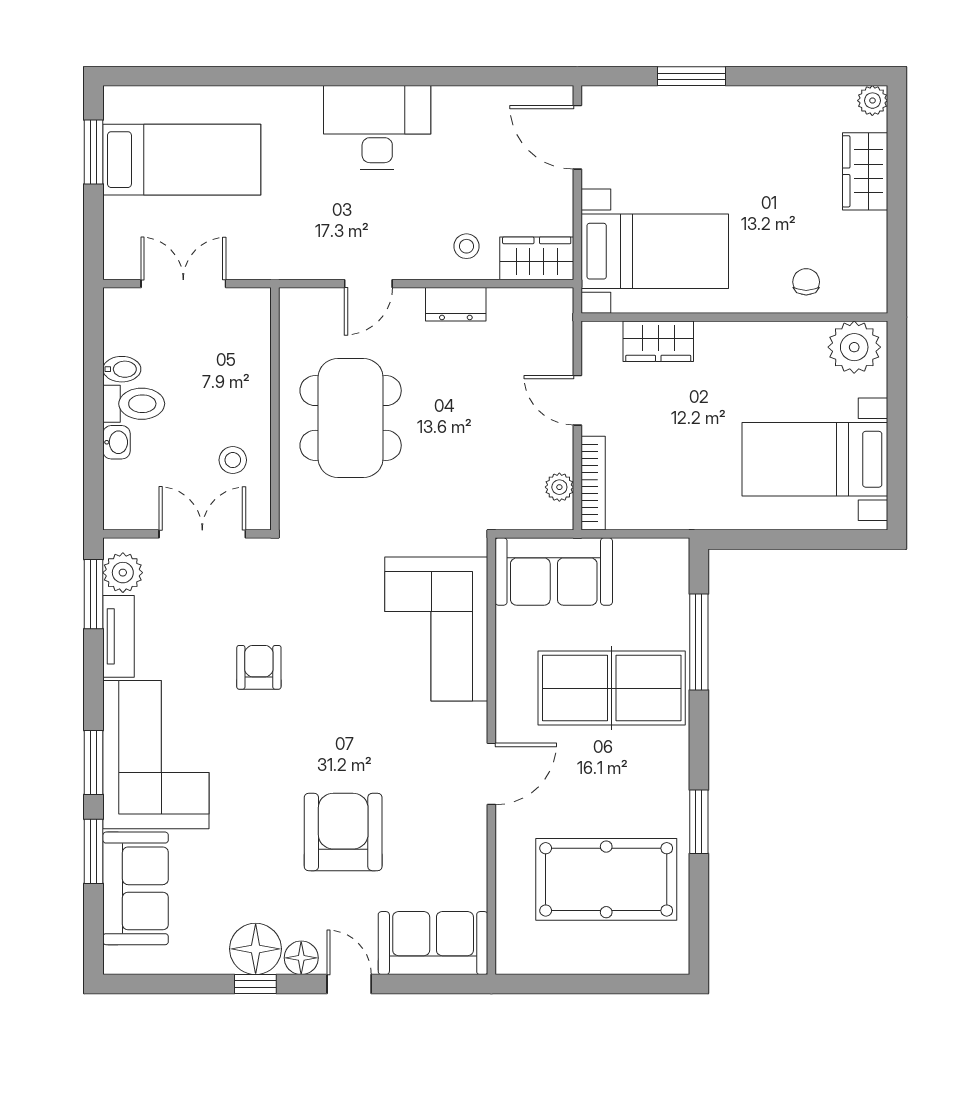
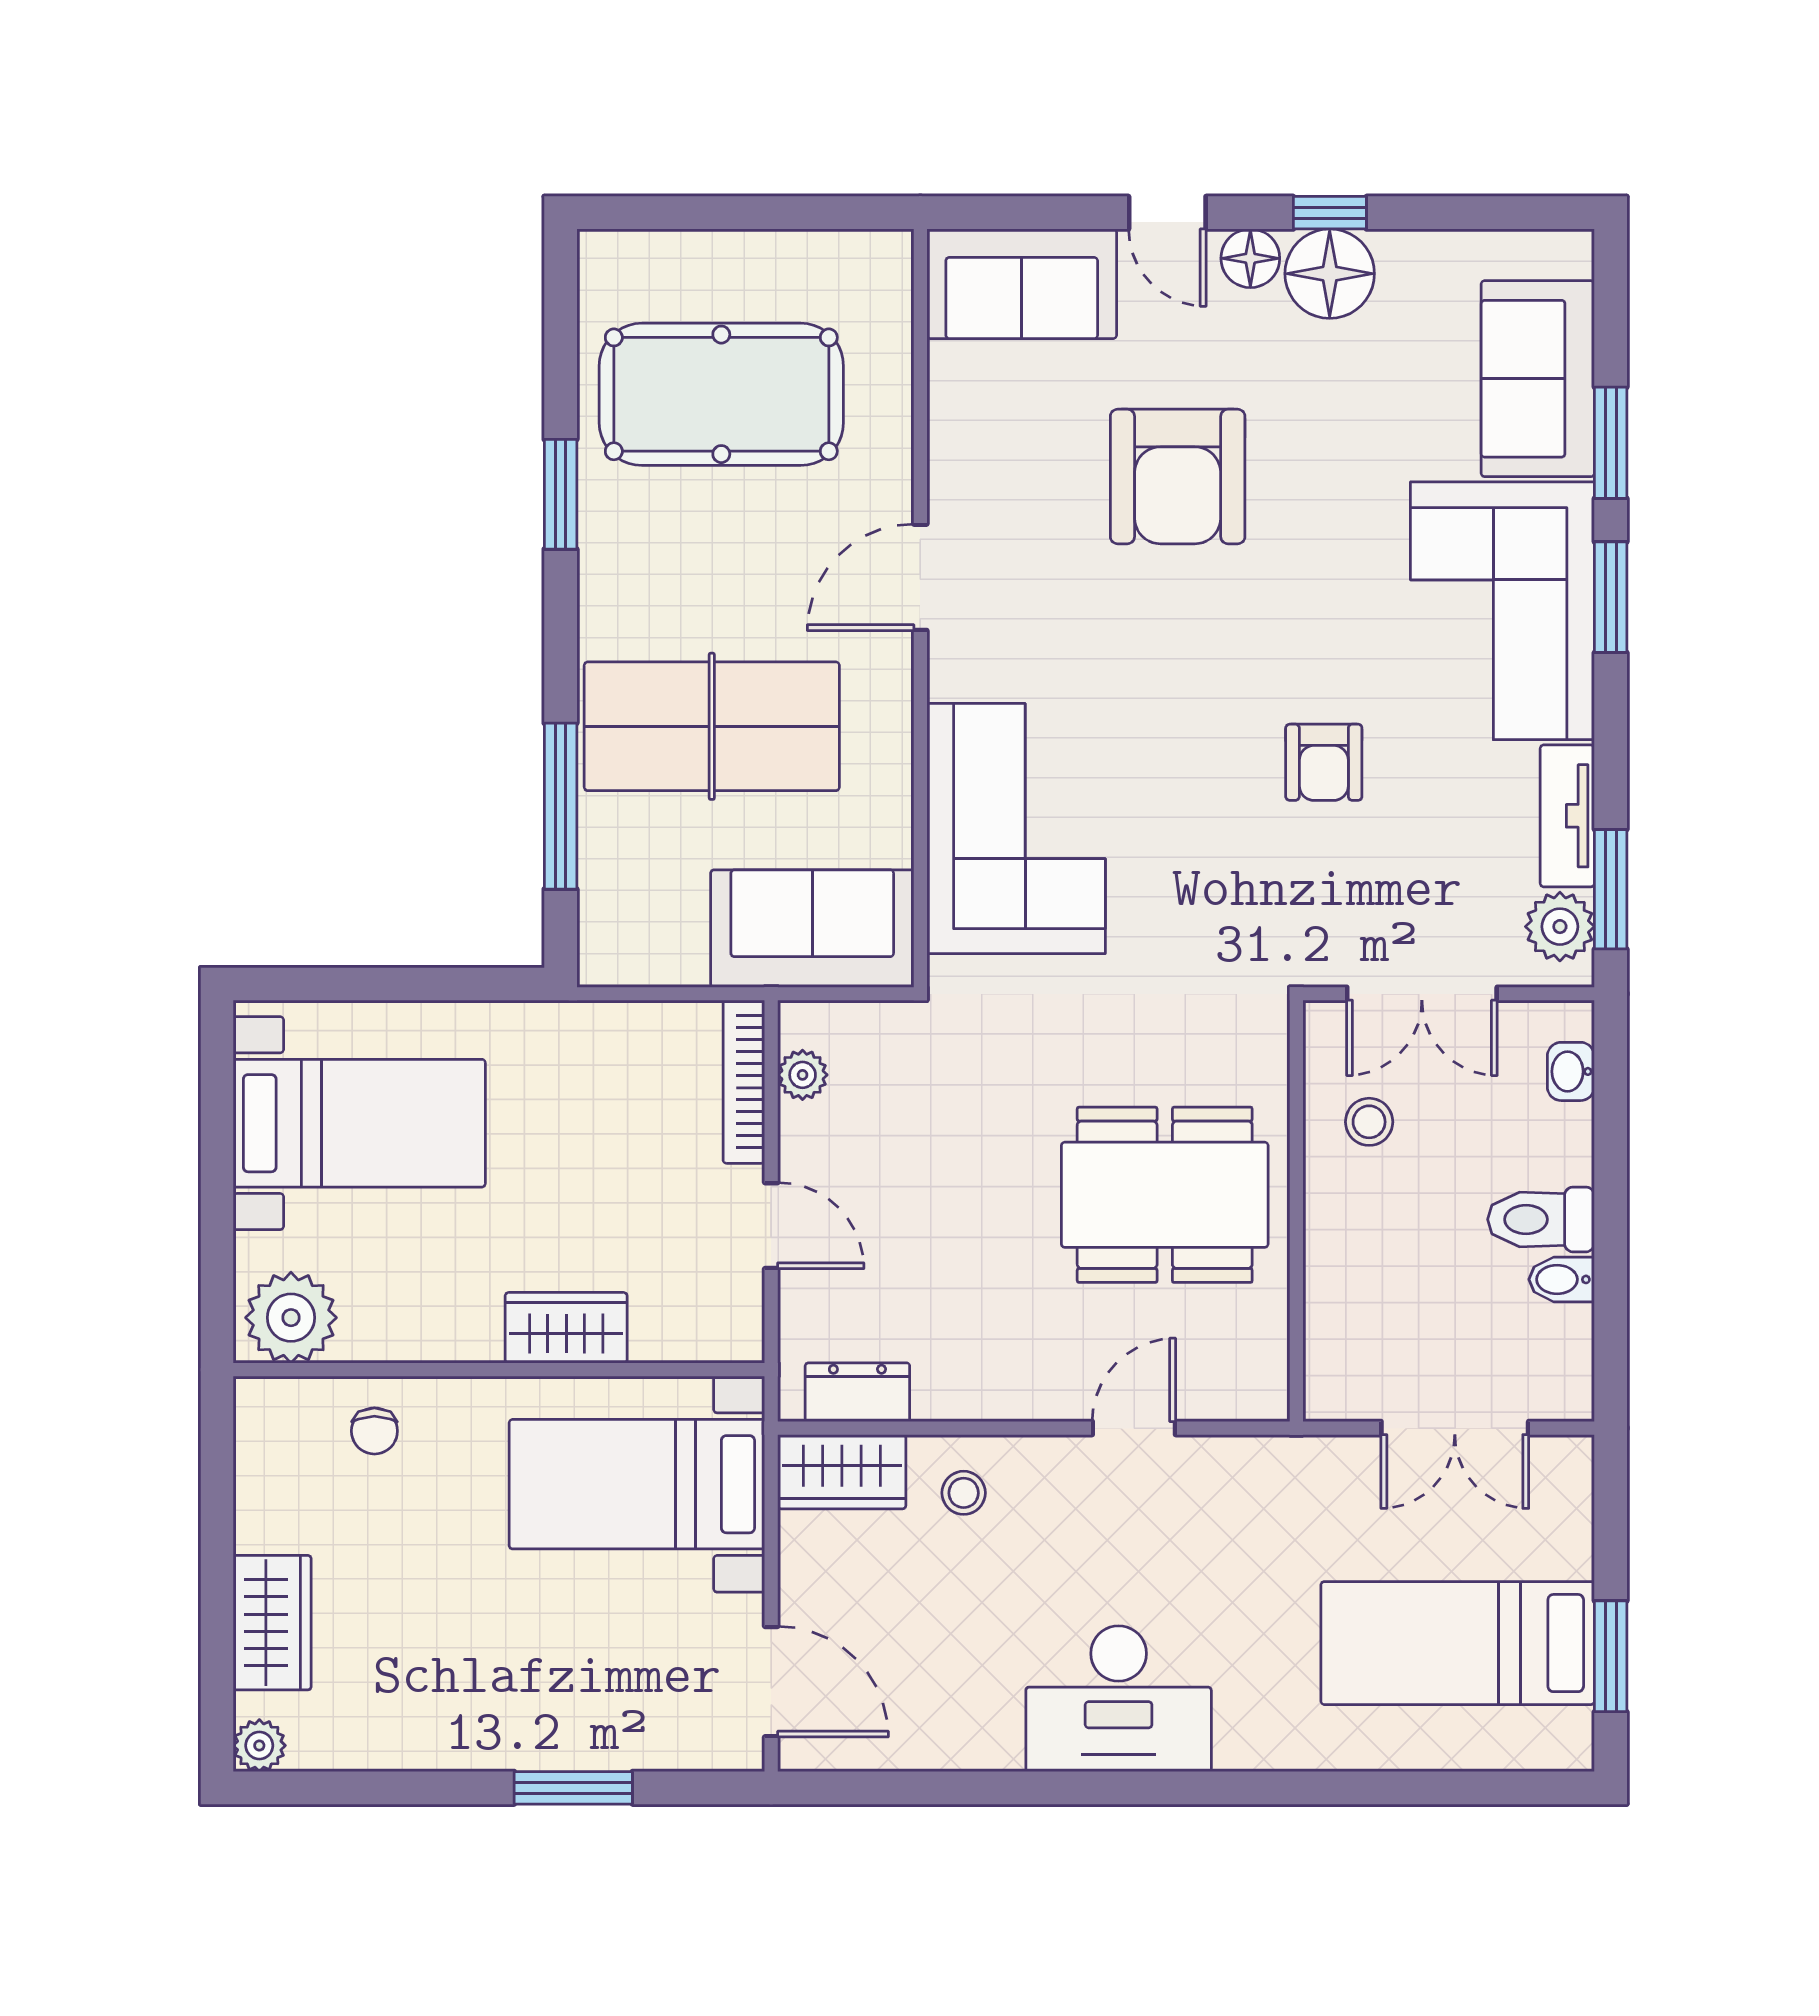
dresser: (456, 304) -> (857, 1392), moved
wardrobe: (658, 341) -> (566, 1328), moved
dining table: (351, 418) -> (1165, 1195), turned 90
washbasin: (116, 442) -> (1571, 1071), moved

